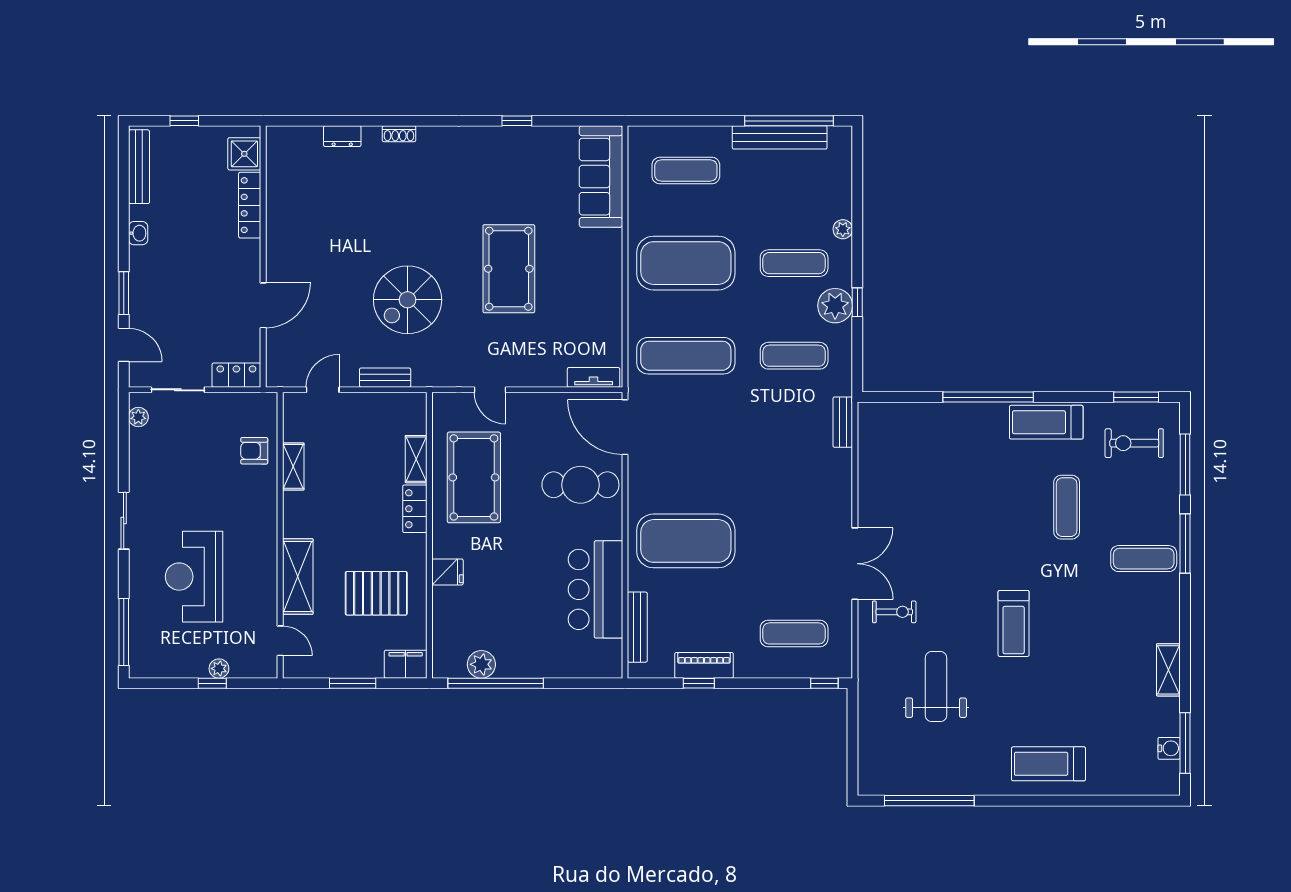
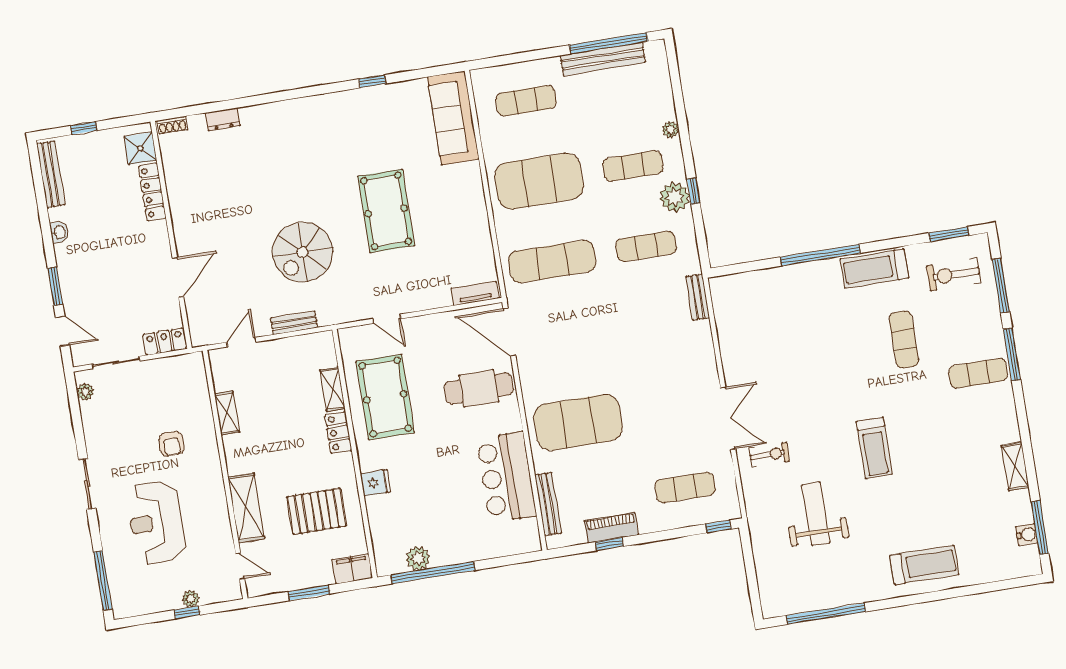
shoe rack: (399, 134) -> (172, 125), moved
armchair: (254, 451) -> (171, 444), moved, turned -90
treadmill: (1048, 764) -> (924, 565), turned 180

